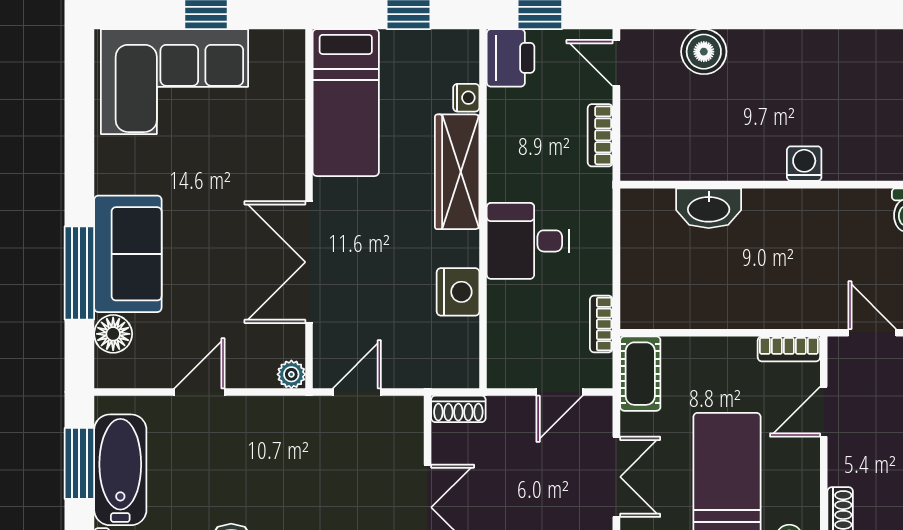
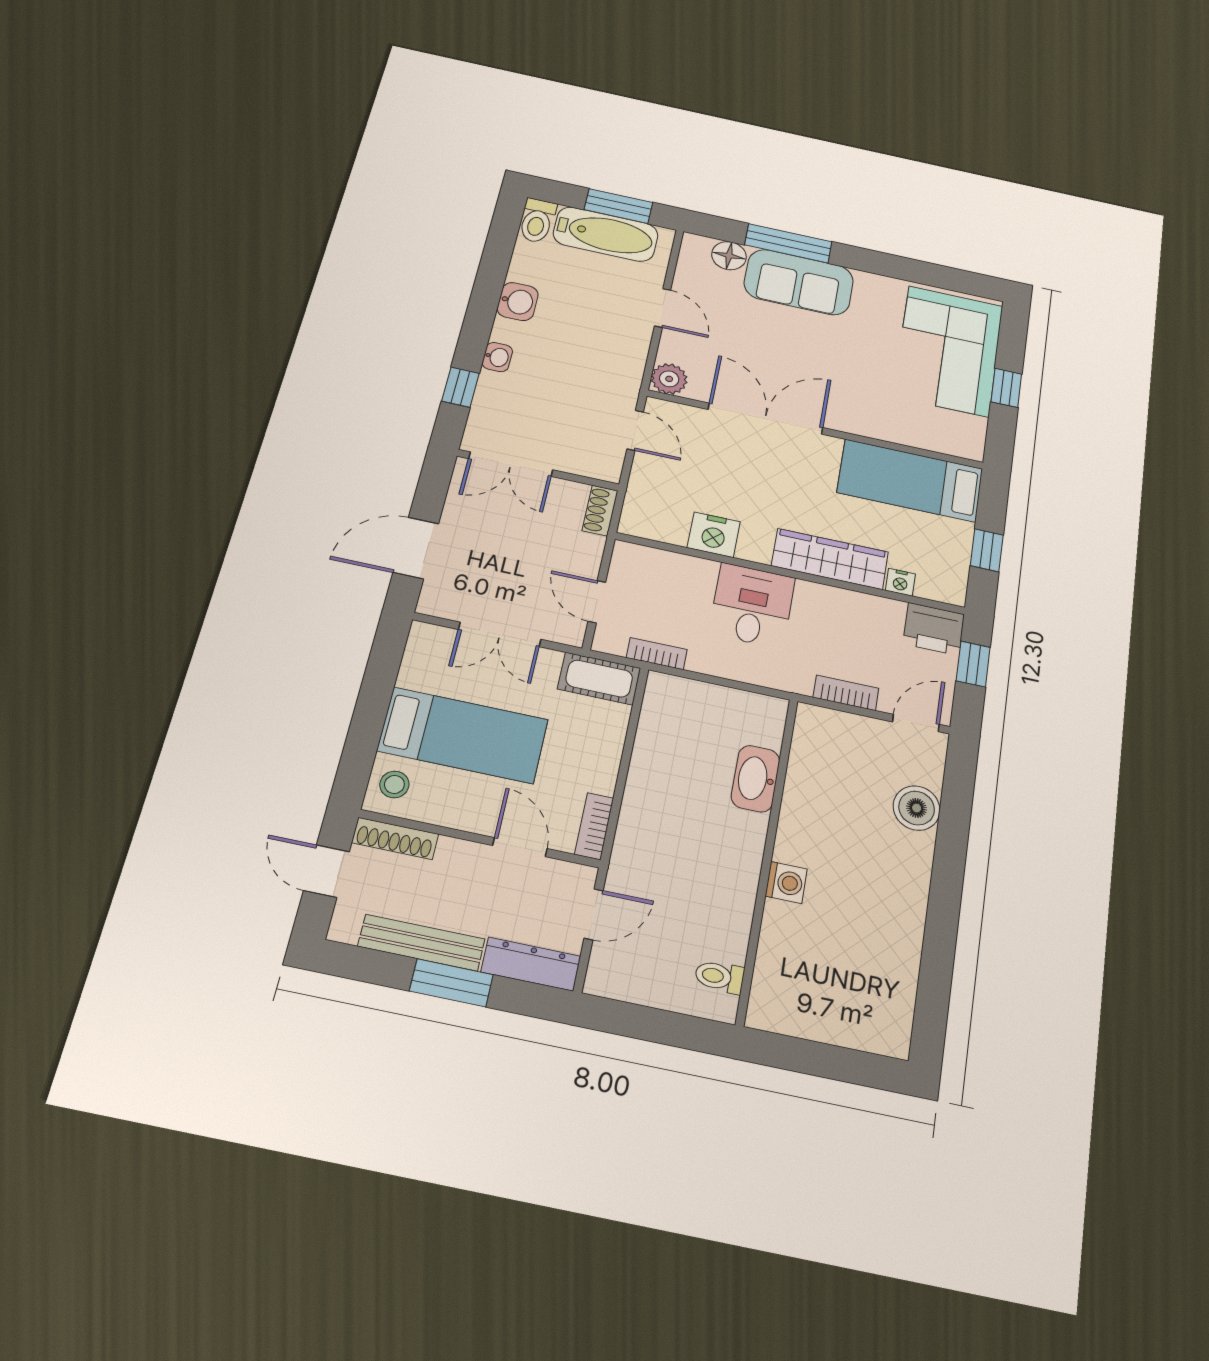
plant: (291, 374) -> (669, 379), width x1.38, depth x1.38

